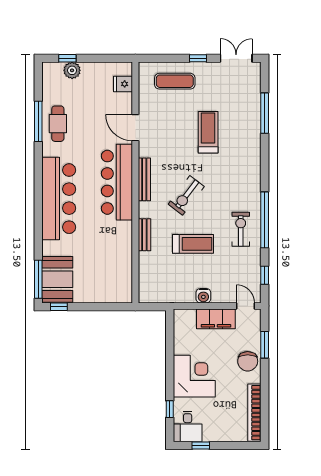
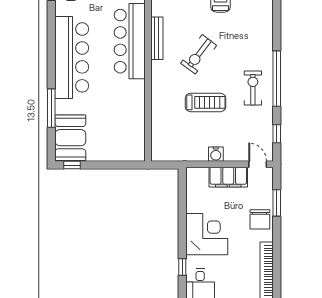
bench: (144, 235) -> (157, 93), removed
window: (38, 279) -> (51, 108), moved

